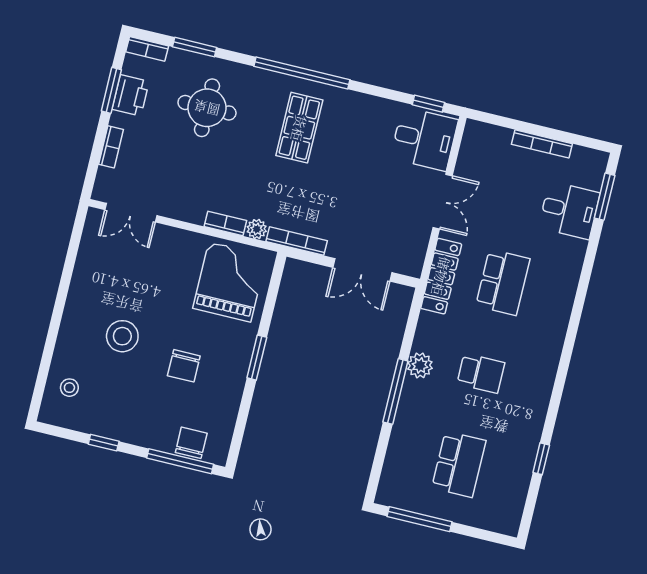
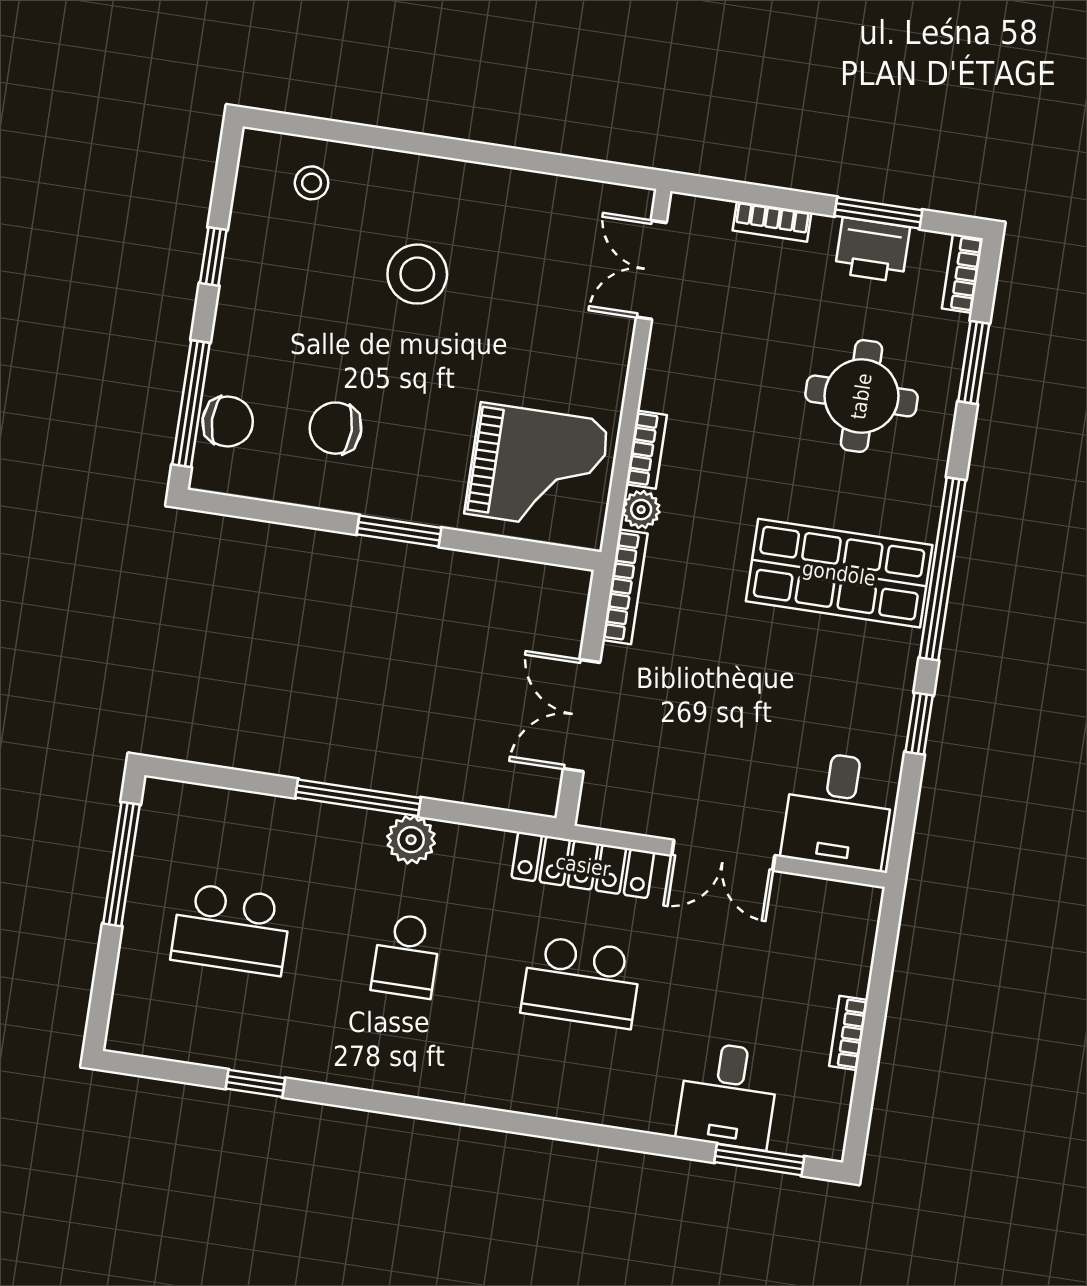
window: (428, 104) -> (919, 724), moved
shop shelf: (299, 128) -> (839, 573), width x1.43, depth x1.36
bookcase: (542, 144) -> (848, 1033), width x0.64
chair: (184, 366) -> (336, 428), moved

